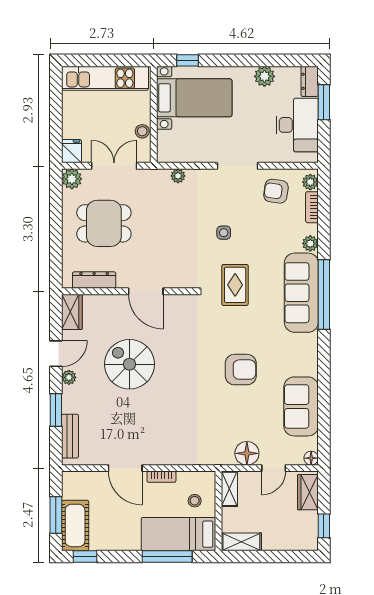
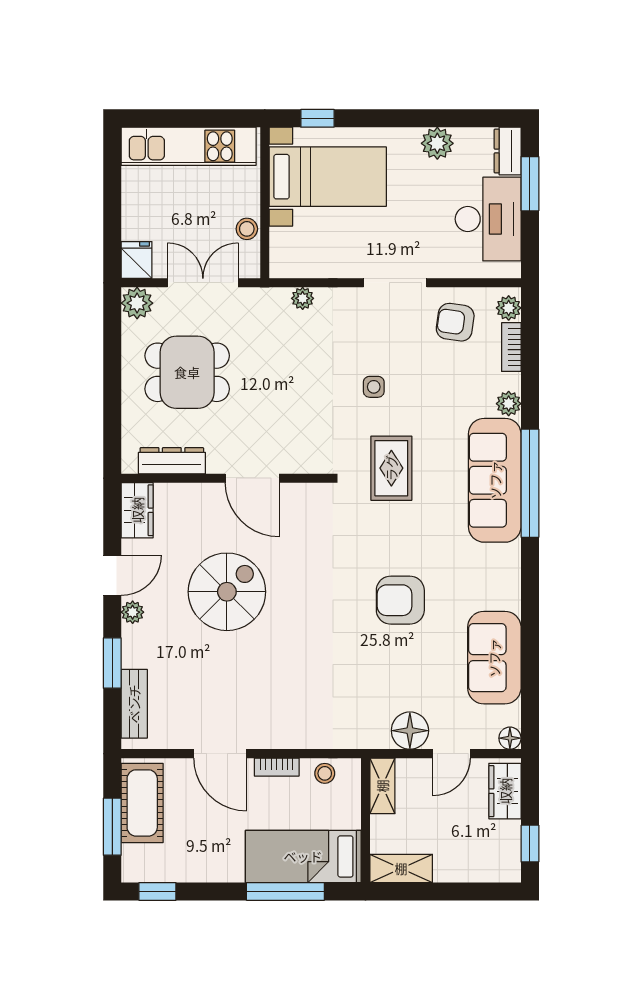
spiral stairs: (129, 364) -> (227, 592), turned 90
armchair: (241, 370) -> (400, 600), turned 180
stool: (195, 501) -> (325, 773), moved
cot: (75, 525) -> (142, 803), moved

